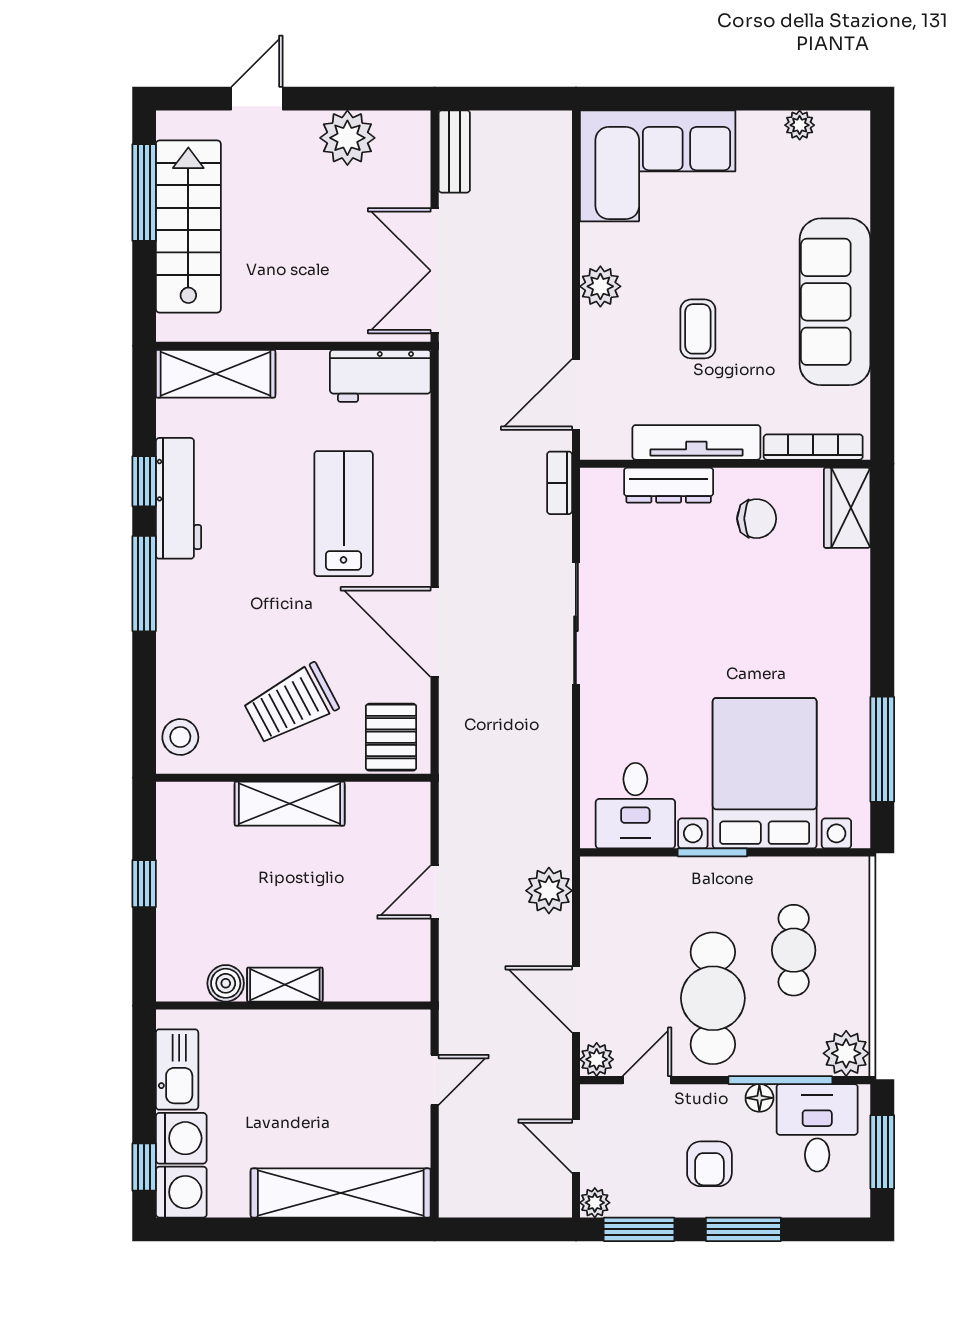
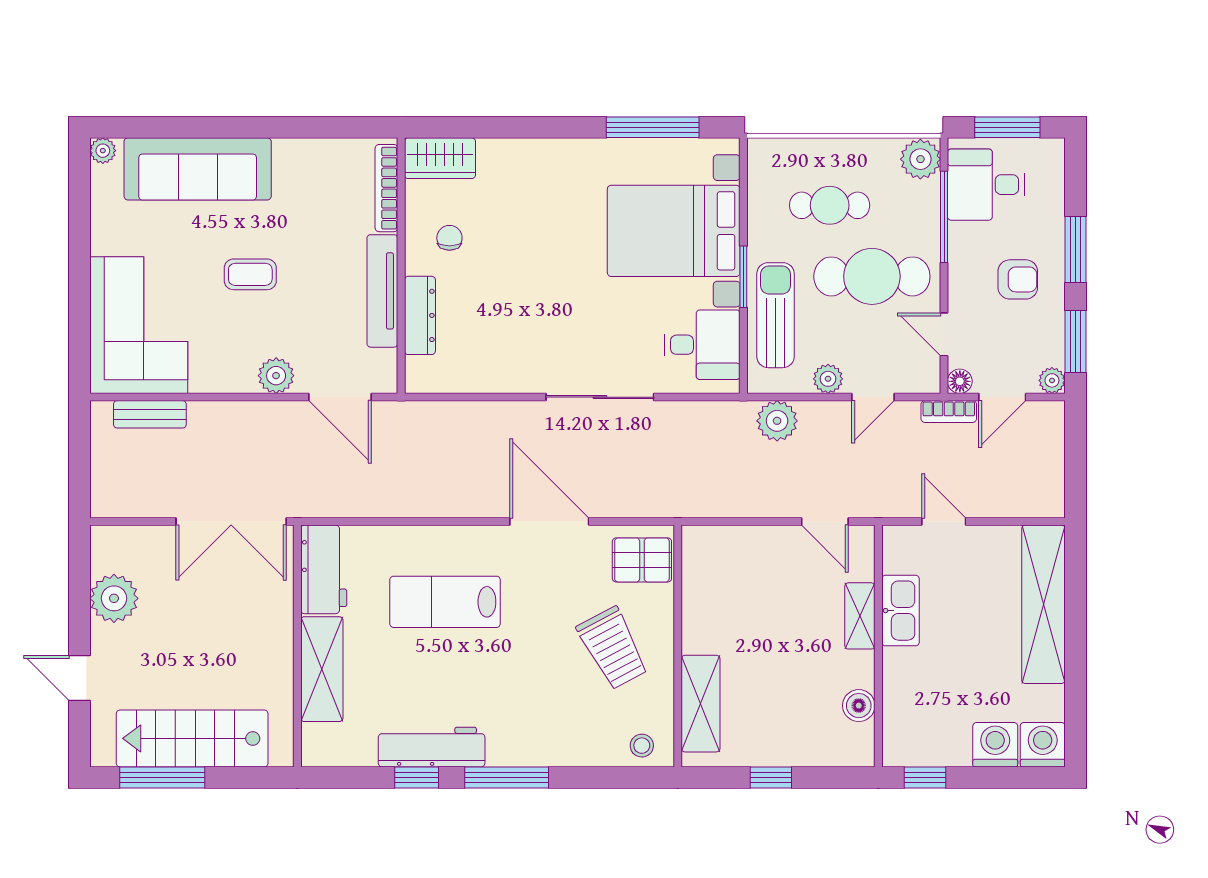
plant: (800, 125) -> (103, 151), moved
bench: (454, 151) -> (150, 414), moved
plant: (600, 286) -> (276, 376), moved
sofa: (835, 302) -> (198, 169), moved
coffee table: (698, 329) -> (250, 274), moved
shelving: (216, 374) -> (322, 669), moved
bookcase: (560, 483) -> (949, 412), moved
chair: (757, 519) -> (449, 238), width x0.73, depth x0.73
sliding door: (576, 624) -> (600, 397), moved
door: (435, 632) -> (549, 522), swing flipped
stool: (180, 737) -> (642, 746), width x0.73, depth x0.73
shelving: (290, 804) -> (701, 704), moved
sun lounger: (669, 889) -> (776, 315), added
door: (435, 892) -> (825, 522), moved
shelving: (285, 985) -> (860, 616), moved
door: (576, 999) -> (873, 397), width x0.73
plant: (597, 1059) -> (828, 379), moved
kitchen sink: (177, 1070) -> (900, 611), moved, turned 90
floor lamp: (759, 1098) -> (960, 381), moved
window: (144, 1167) -> (925, 777), moved

